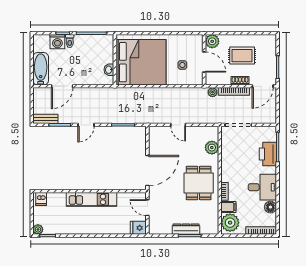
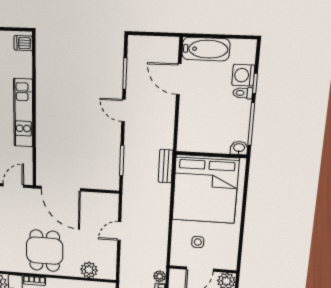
washbasin: (109, 70) -> (239, 148), moved
bench: (45, 119) -> (166, 166), moved
dining table: (199, 183) -> (45, 251), turned 90

